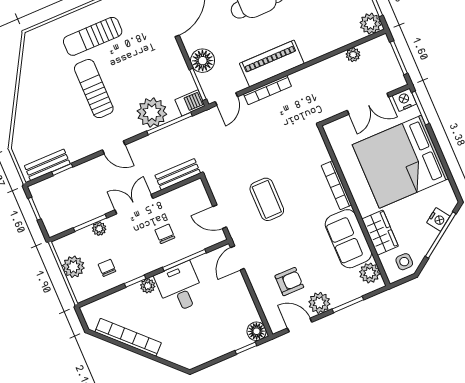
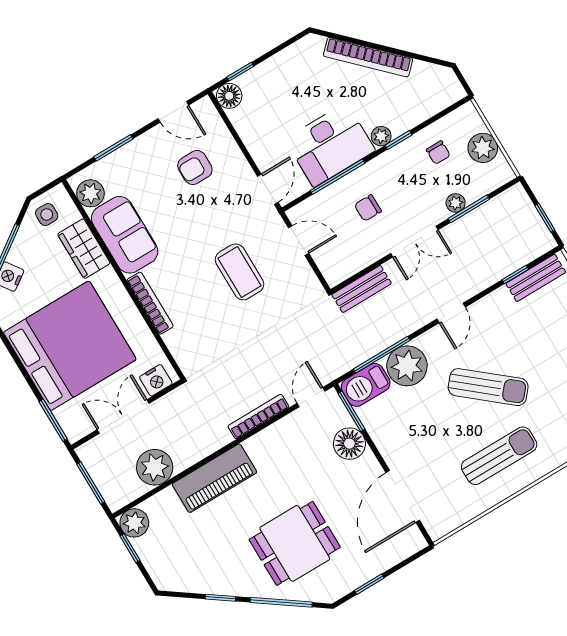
plant: (353, 55) -> (155, 467), width x1.88, depth x1.88
piano: (272, 63) -> (214, 478), moved
sun lounger: (94, 89) -> (488, 387), turned -50
nightstand: (404, 100) -> (156, 380), moved
barbecue: (190, 103) -> (366, 385), width x1.38, depth x1.27
door: (114, 147) -> (451, 313), swing flipped
chair: (165, 234) -> (368, 208), turned 90
desk: (180, 287) -> (330, 145), width x1.37
plant: (319, 303) -> (151, 145), removed
bookcase: (128, 337) -> (368, 57), moved

